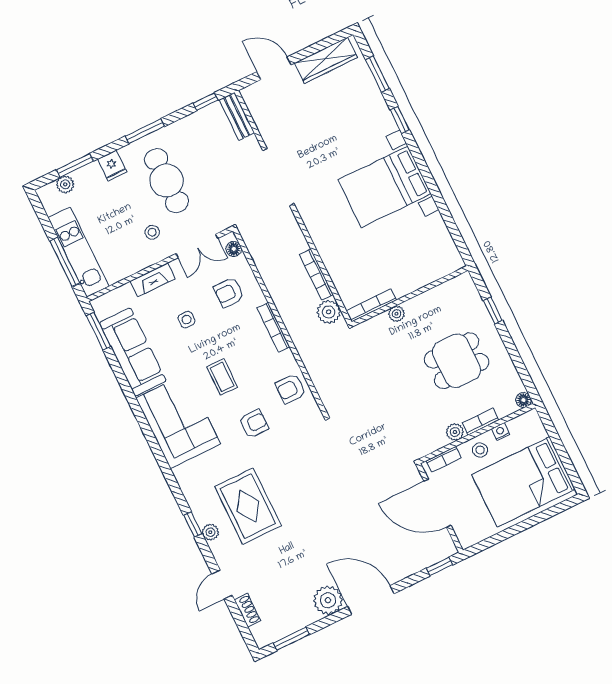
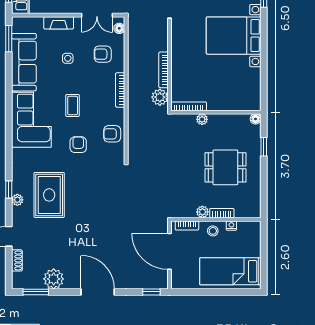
floor lamp: (523, 400) -> (256, 119), moved
armchair: (254, 424) -> (78, 145), turned -90
bed: (523, 482) -> (230, 271), width x0.67
plant: (328, 600) -> (54, 279), moved

